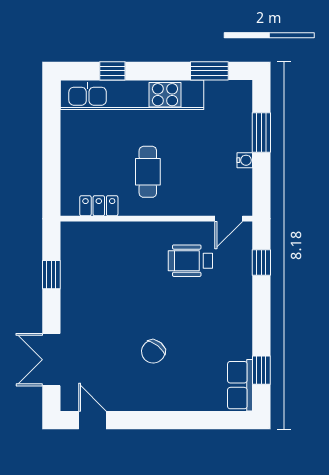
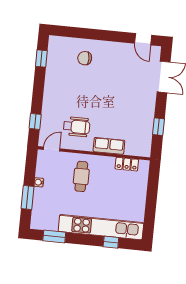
cafe table: (148, 172) -> (81, 176), moved
chair: (153, 352) -> (85, 58), moved, turned -129
row of seats: (240, 385) -> (109, 146), moved, turned -90

